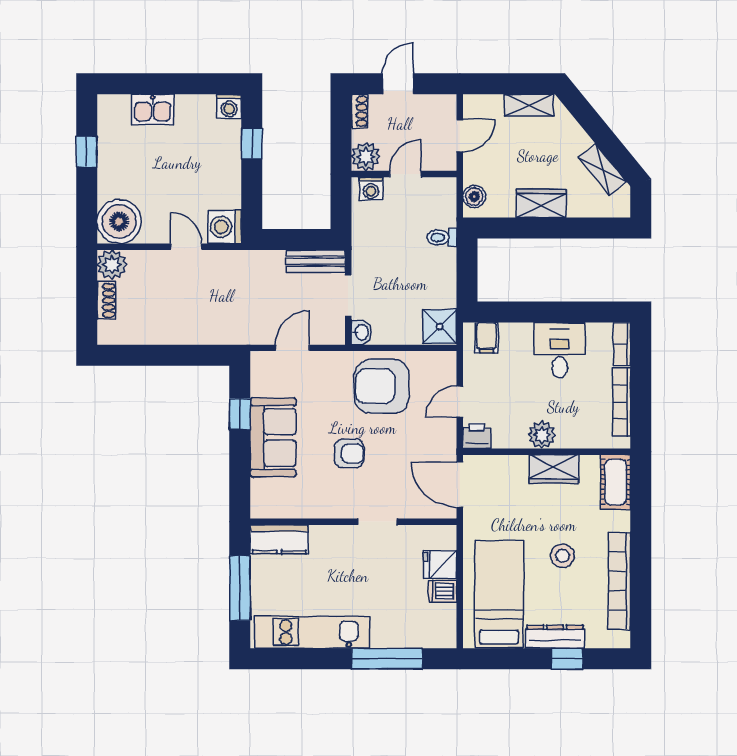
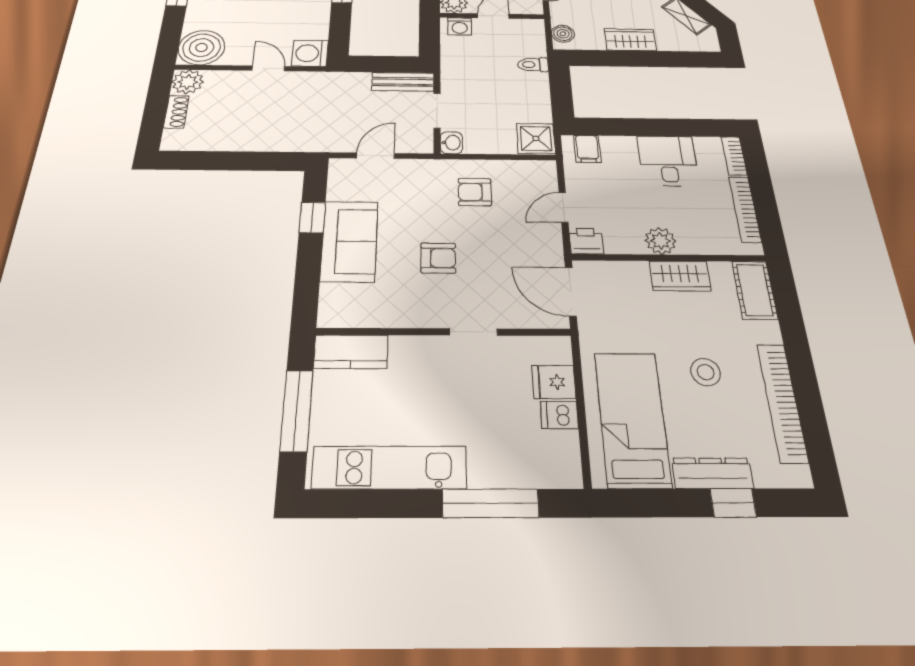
armchair: (382, 386) -> (475, 192), width x0.53, depth x0.53

